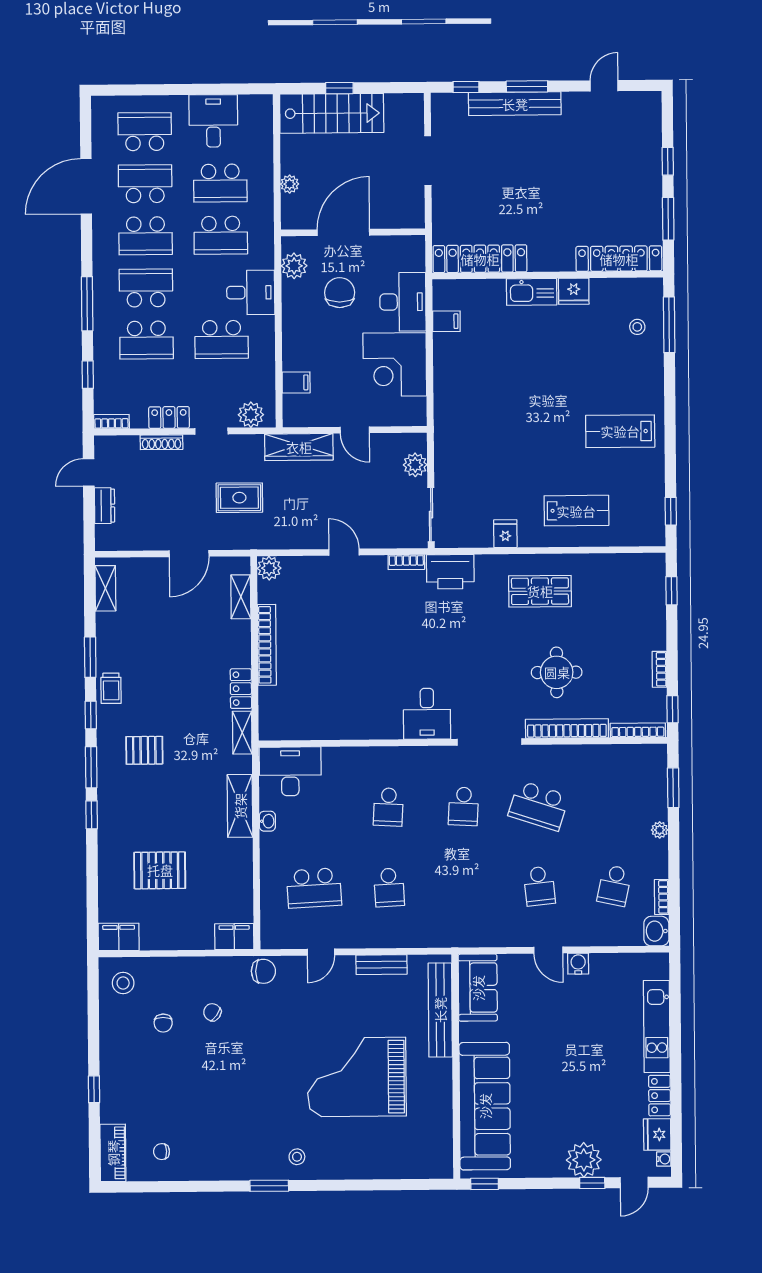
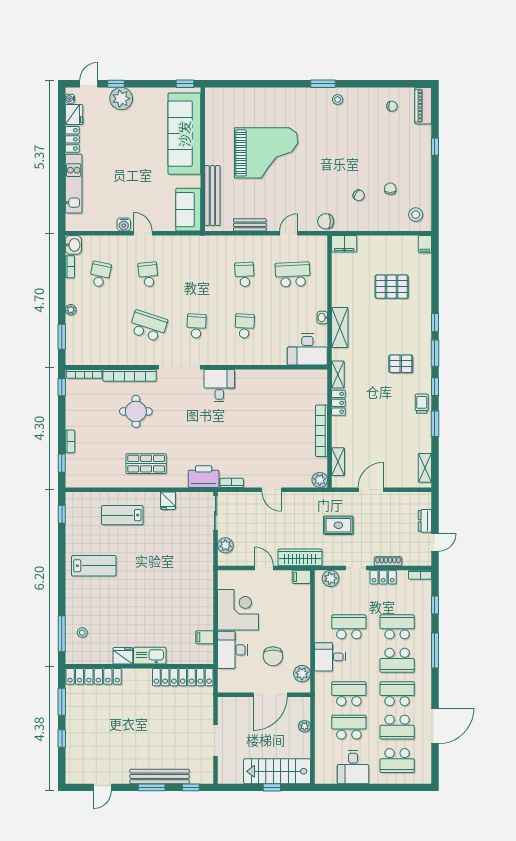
filing cabinet: (296, 382) -> (301, 577), moved
bookcase: (659, 669) -> (70, 441), moved
filing cabinet: (119, 937) -> (425, 244), width x0.50
stool: (297, 1157) -> (338, 100), moved

